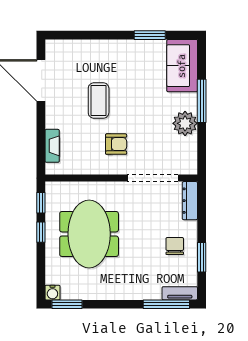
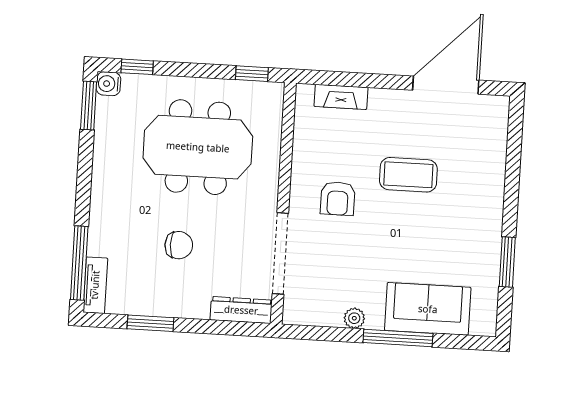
sofa: (182, 66) -> (428, 309), moved
plant: (185, 123) -> (354, 318), width x0.53, depth x0.53
window: (41, 232) -> (137, 67), moved
chair: (175, 246) -> (179, 245), moved

